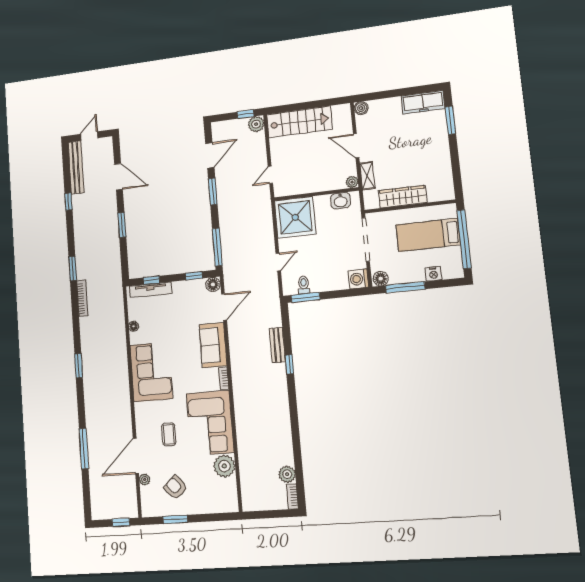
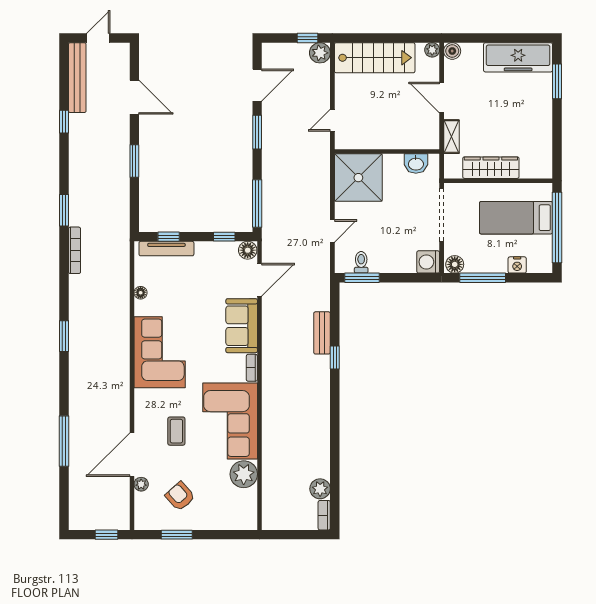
freezer: (423, 102) -> (518, 57), width x1.36, depth x1.26
plant: (352, 182) -> (432, 50), moved

